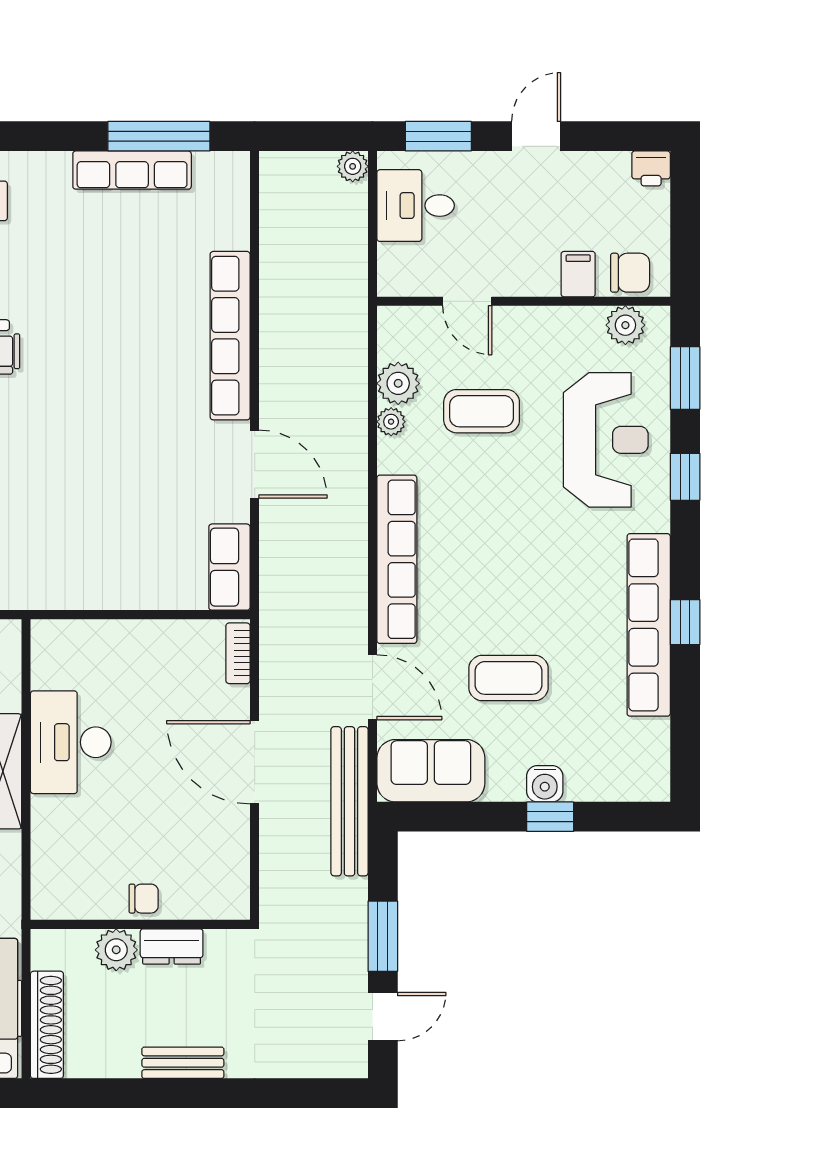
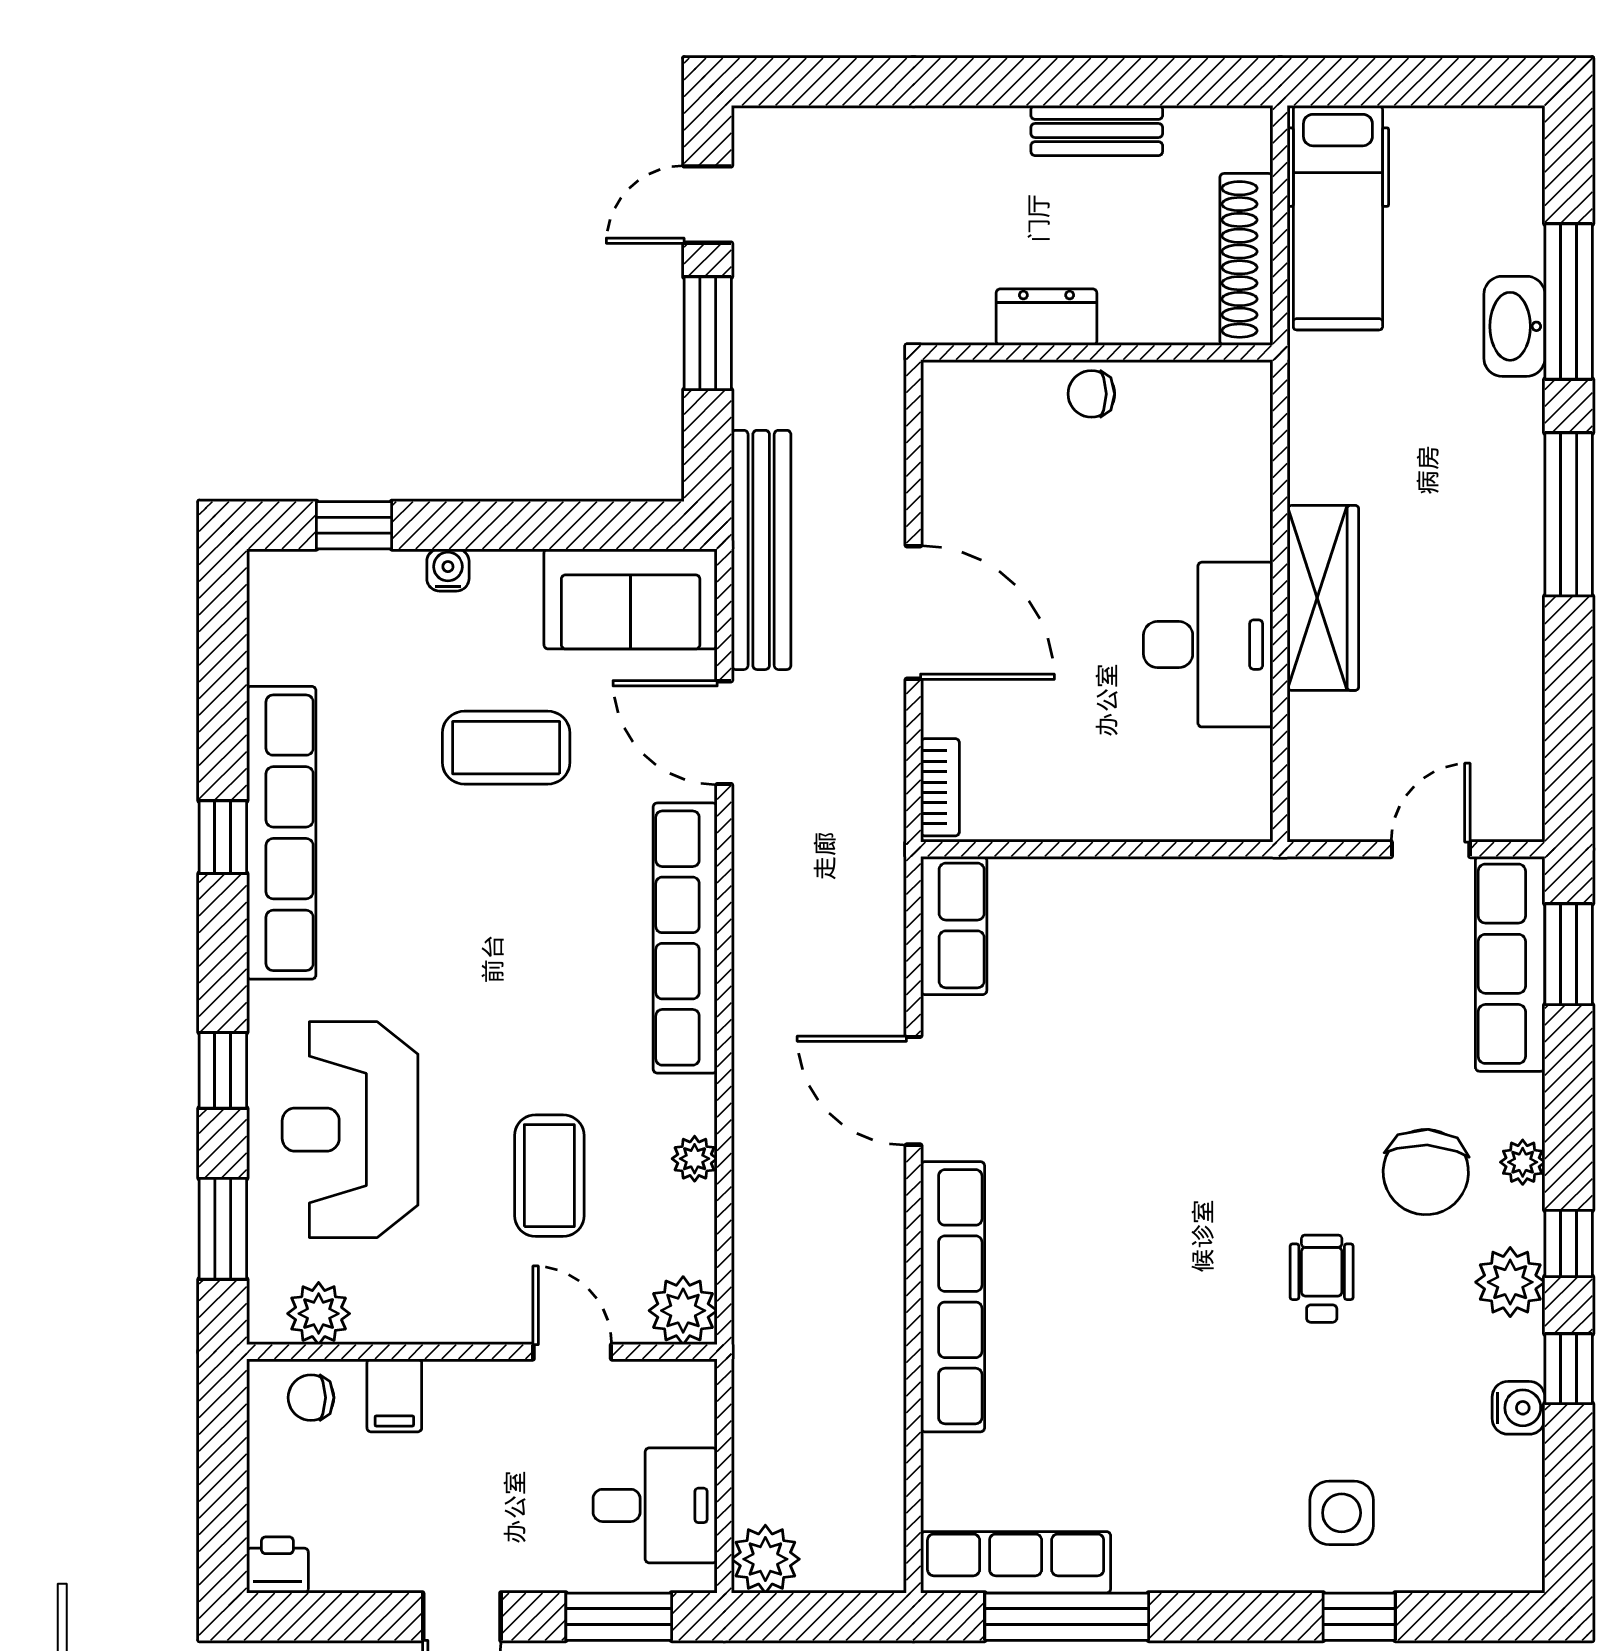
plant: (353, 166) -> (765, 1559), width x1.38, depth x1.38
row of seats: (132, 170) -> (1016, 1562), moved
chair: (630, 273) -> (311, 1398), width x0.73, depth x0.73
plant: (398, 383) -> (683, 1311), moved
coffee table: (482, 411) -> (549, 1176), turned 90
water cooler: (545, 784) -> (448, 570), width x0.72, depth x0.72
window: (550, 817) -> (354, 525), moved
plant: (116, 950) -> (1135, 312), removed
shoe rack: (47, 1025) -> (1246, 259), moved
bench: (183, 1063) -> (1097, 131), moved

